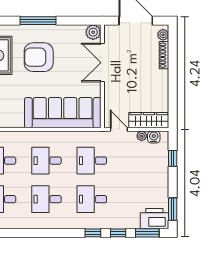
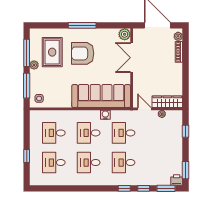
water cooler: (154, 137) -> (105, 115), moved
printer: (154, 219) -> (177, 180), width x0.53, depth x0.68

